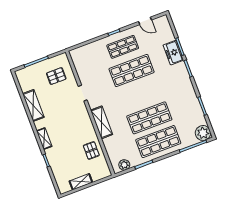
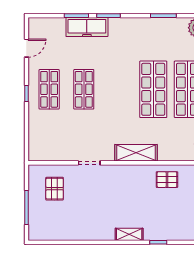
freezer: (173, 53) -> (87, 27), width x1.40
shop shelf: (132, 71) -> (84, 89), width x0.70, depth x0.74
shelving: (33, 105) -> (81, 232), removed

